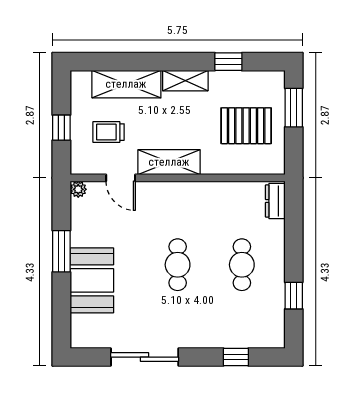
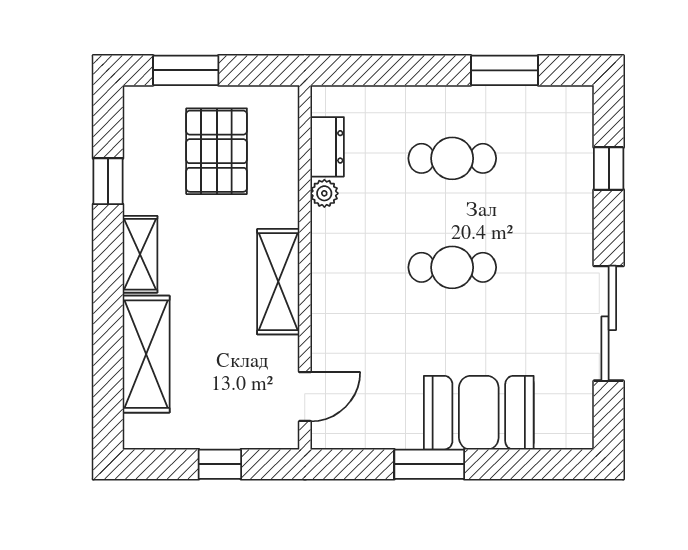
trolley: (109, 132) -> (227, 384), removed
door: (121, 178) -> (305, 397), moved
plant: (78, 189) -> (324, 193), moved
dresser: (275, 201) -> (327, 147), moved, turned -90
window: (294, 296) -> (505, 70), width x1.50

